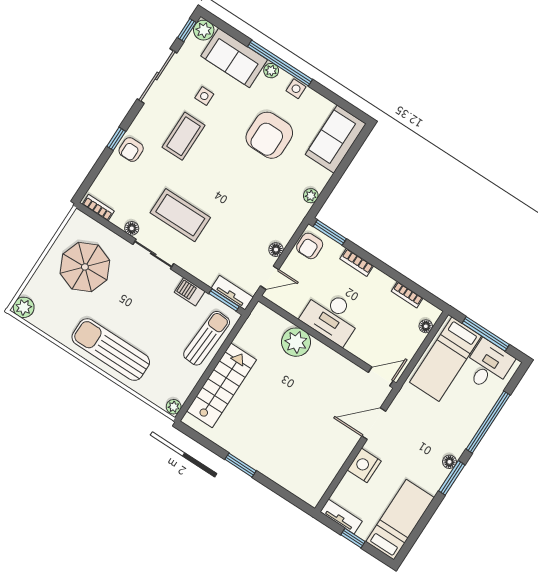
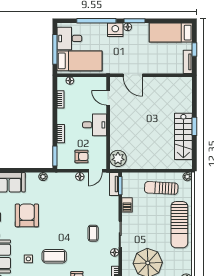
armchair: (269, 135) -> (27, 215), turned -90
coffee table: (180, 215) -> (93, 233), width x0.54, depth x0.58
armchair: (310, 246) -> (82, 156), moved
door: (270, 278) -> (95, 171), swing flipped
desk: (332, 316) -> (95, 125), width x0.73
sun lounger: (207, 338) -> (161, 188), moved
plant: (296, 342) -> (118, 158), moved
door: (381, 377) -> (108, 98), moved
stairs: (221, 385) -> (183, 136), moved, turned -90
nightstand: (364, 465) -> (115, 30), moved, turned 180

